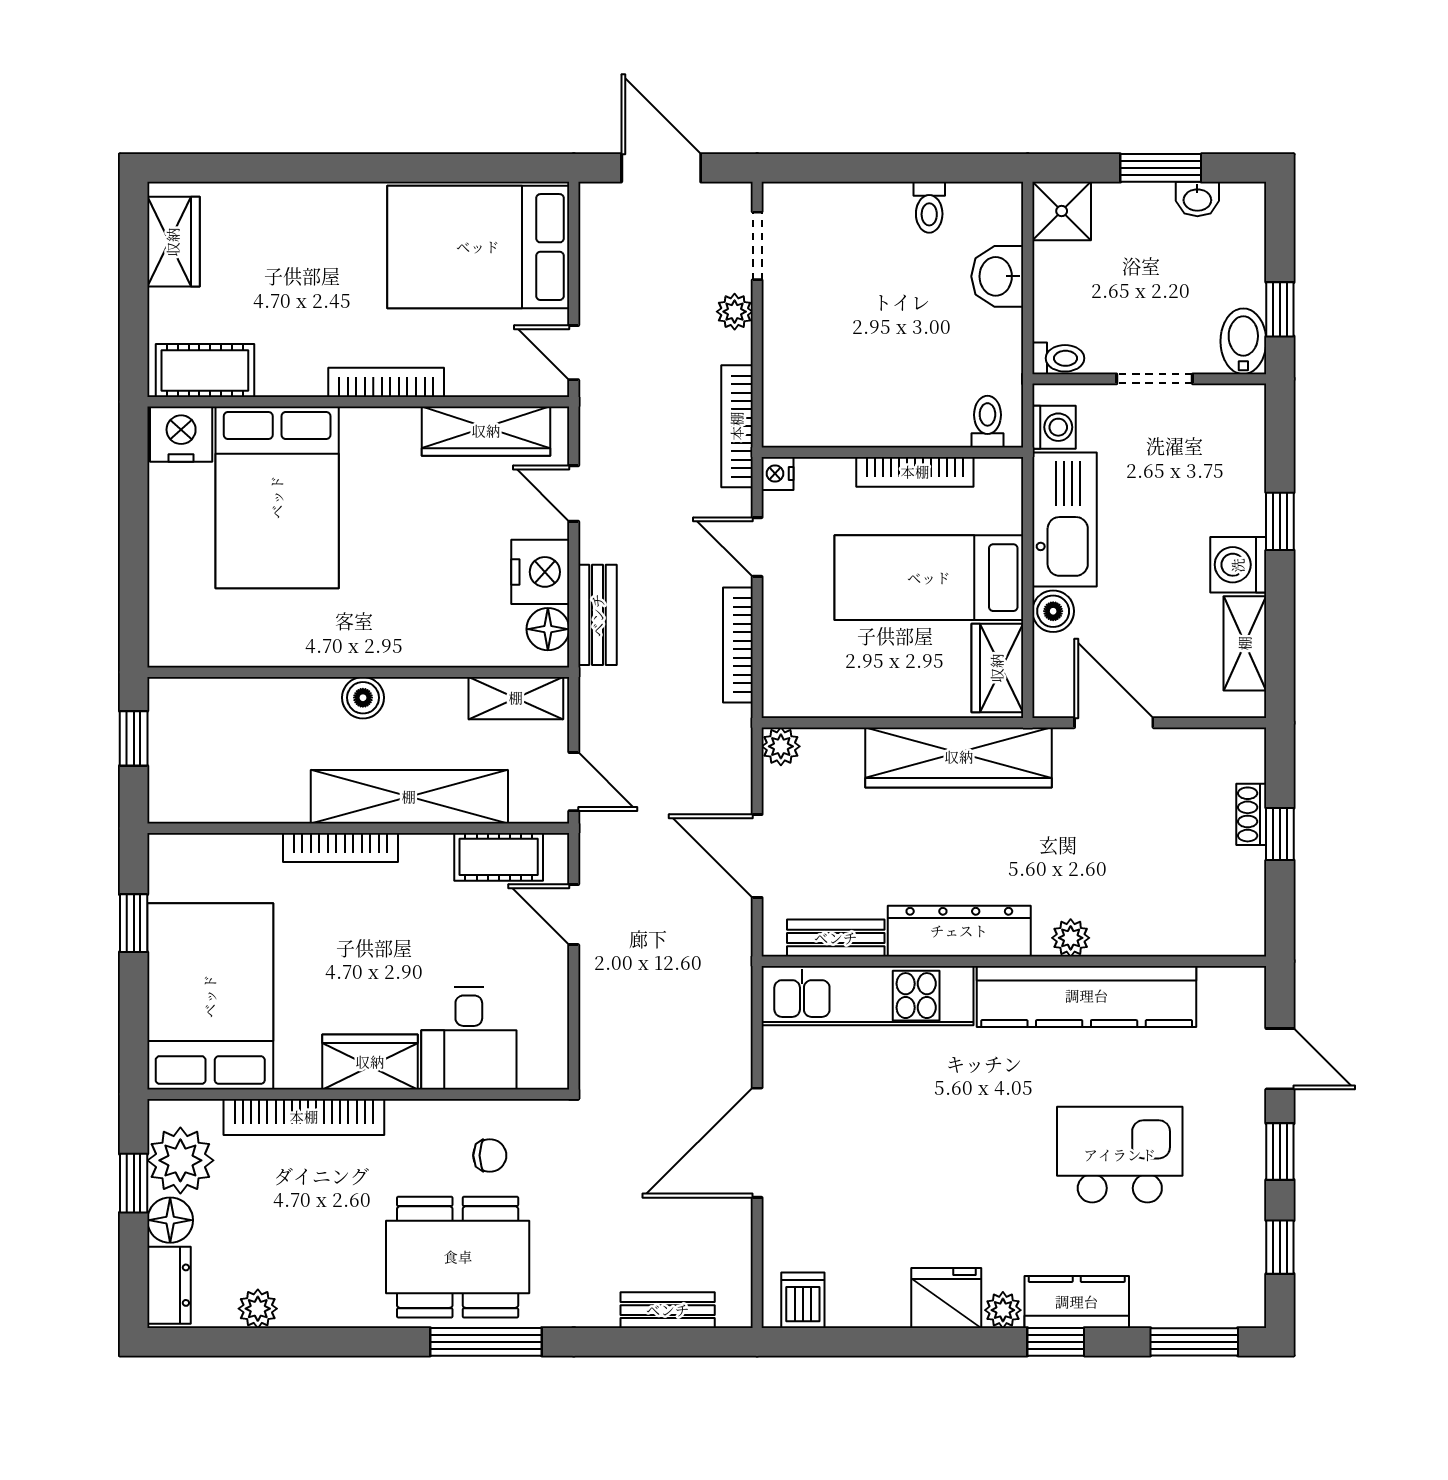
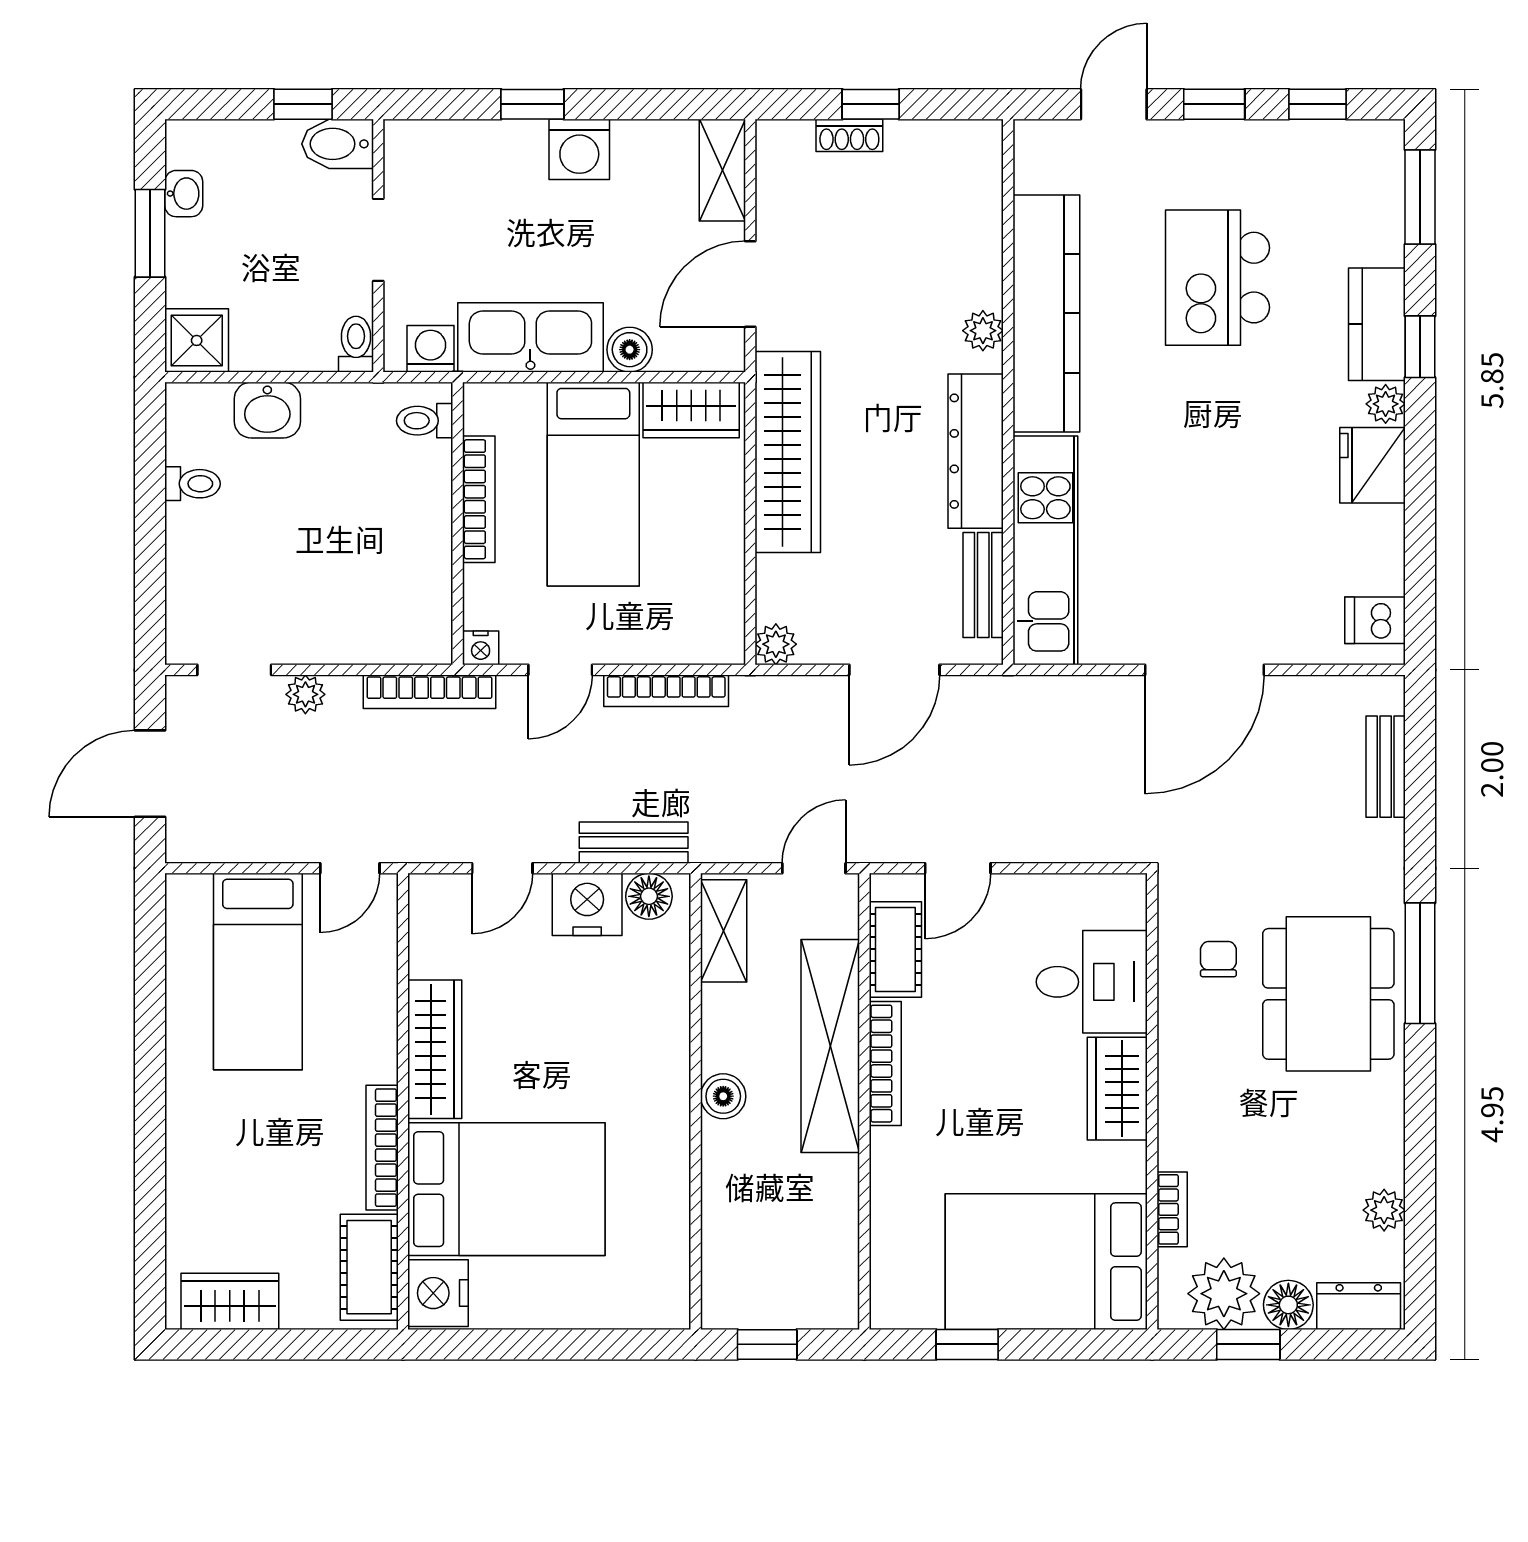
bed: (478, 247) -> (258, 972), width x0.67
bookcase: (386, 382) -> (382, 1148), moved
wardrobe: (486, 431) -> (435, 1049), moved
shelving: (1245, 643) -> (722, 170), moved, turned 90
bookcase: (340, 848) -> (885, 1064), moved
bookcase: (304, 1117) -> (1172, 1209), width x0.43, depth x0.76
door: (757, 1143) -> (1205, 670), hinge flipped

